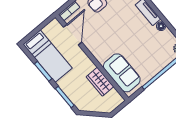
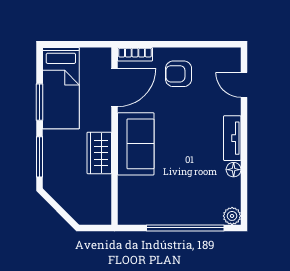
sofa: (122, 73) -> (136, 144), moved
wardrobe: (100, 82) -> (99, 153), moved

